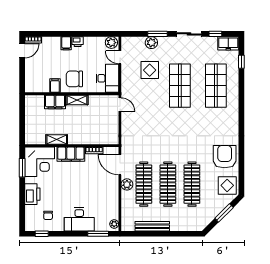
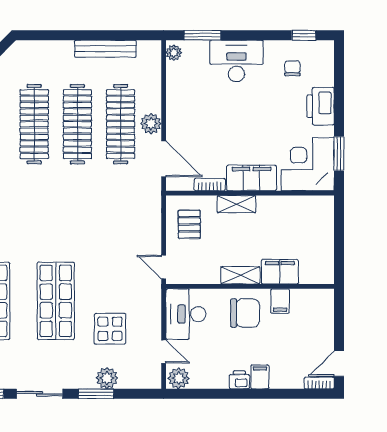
pallet: (106, 128) -> (189, 224), added
shelving: (57, 140) -> (236, 204), moved

